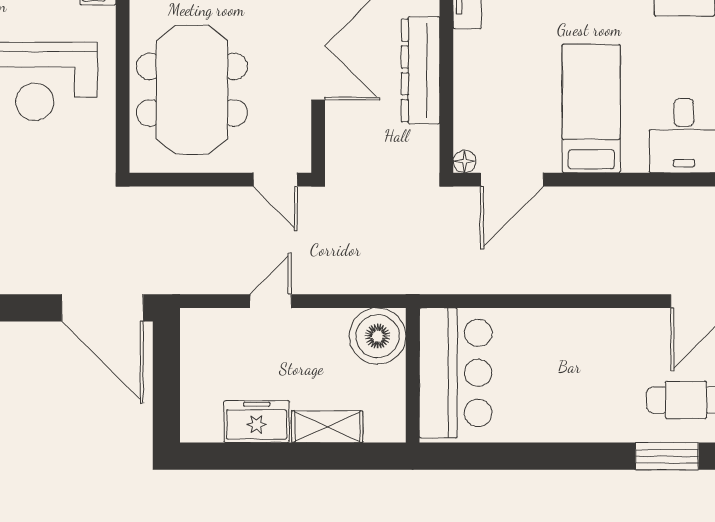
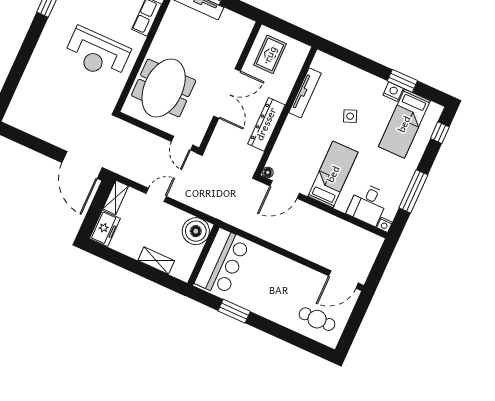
shelving: (195, 341) -> (116, 197), added
freezer: (257, 422) -> (105, 228), moved, turned 90
window: (667, 456) -> (234, 311), moved

